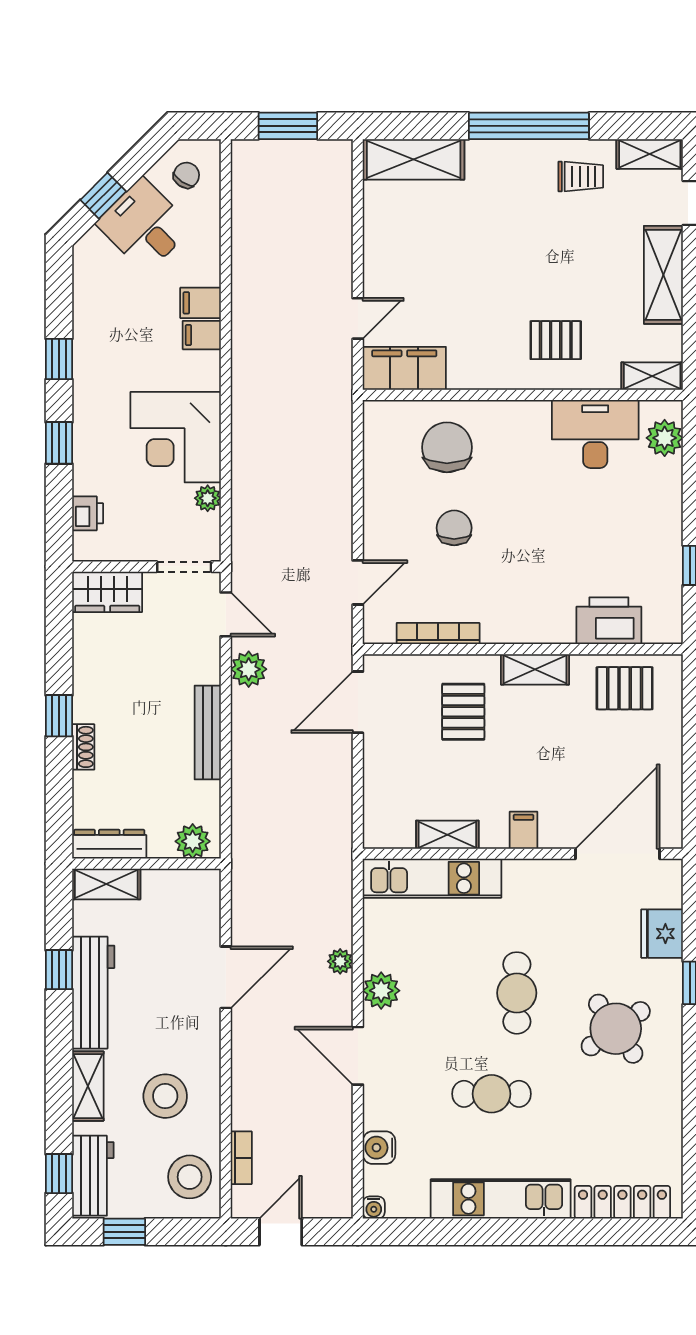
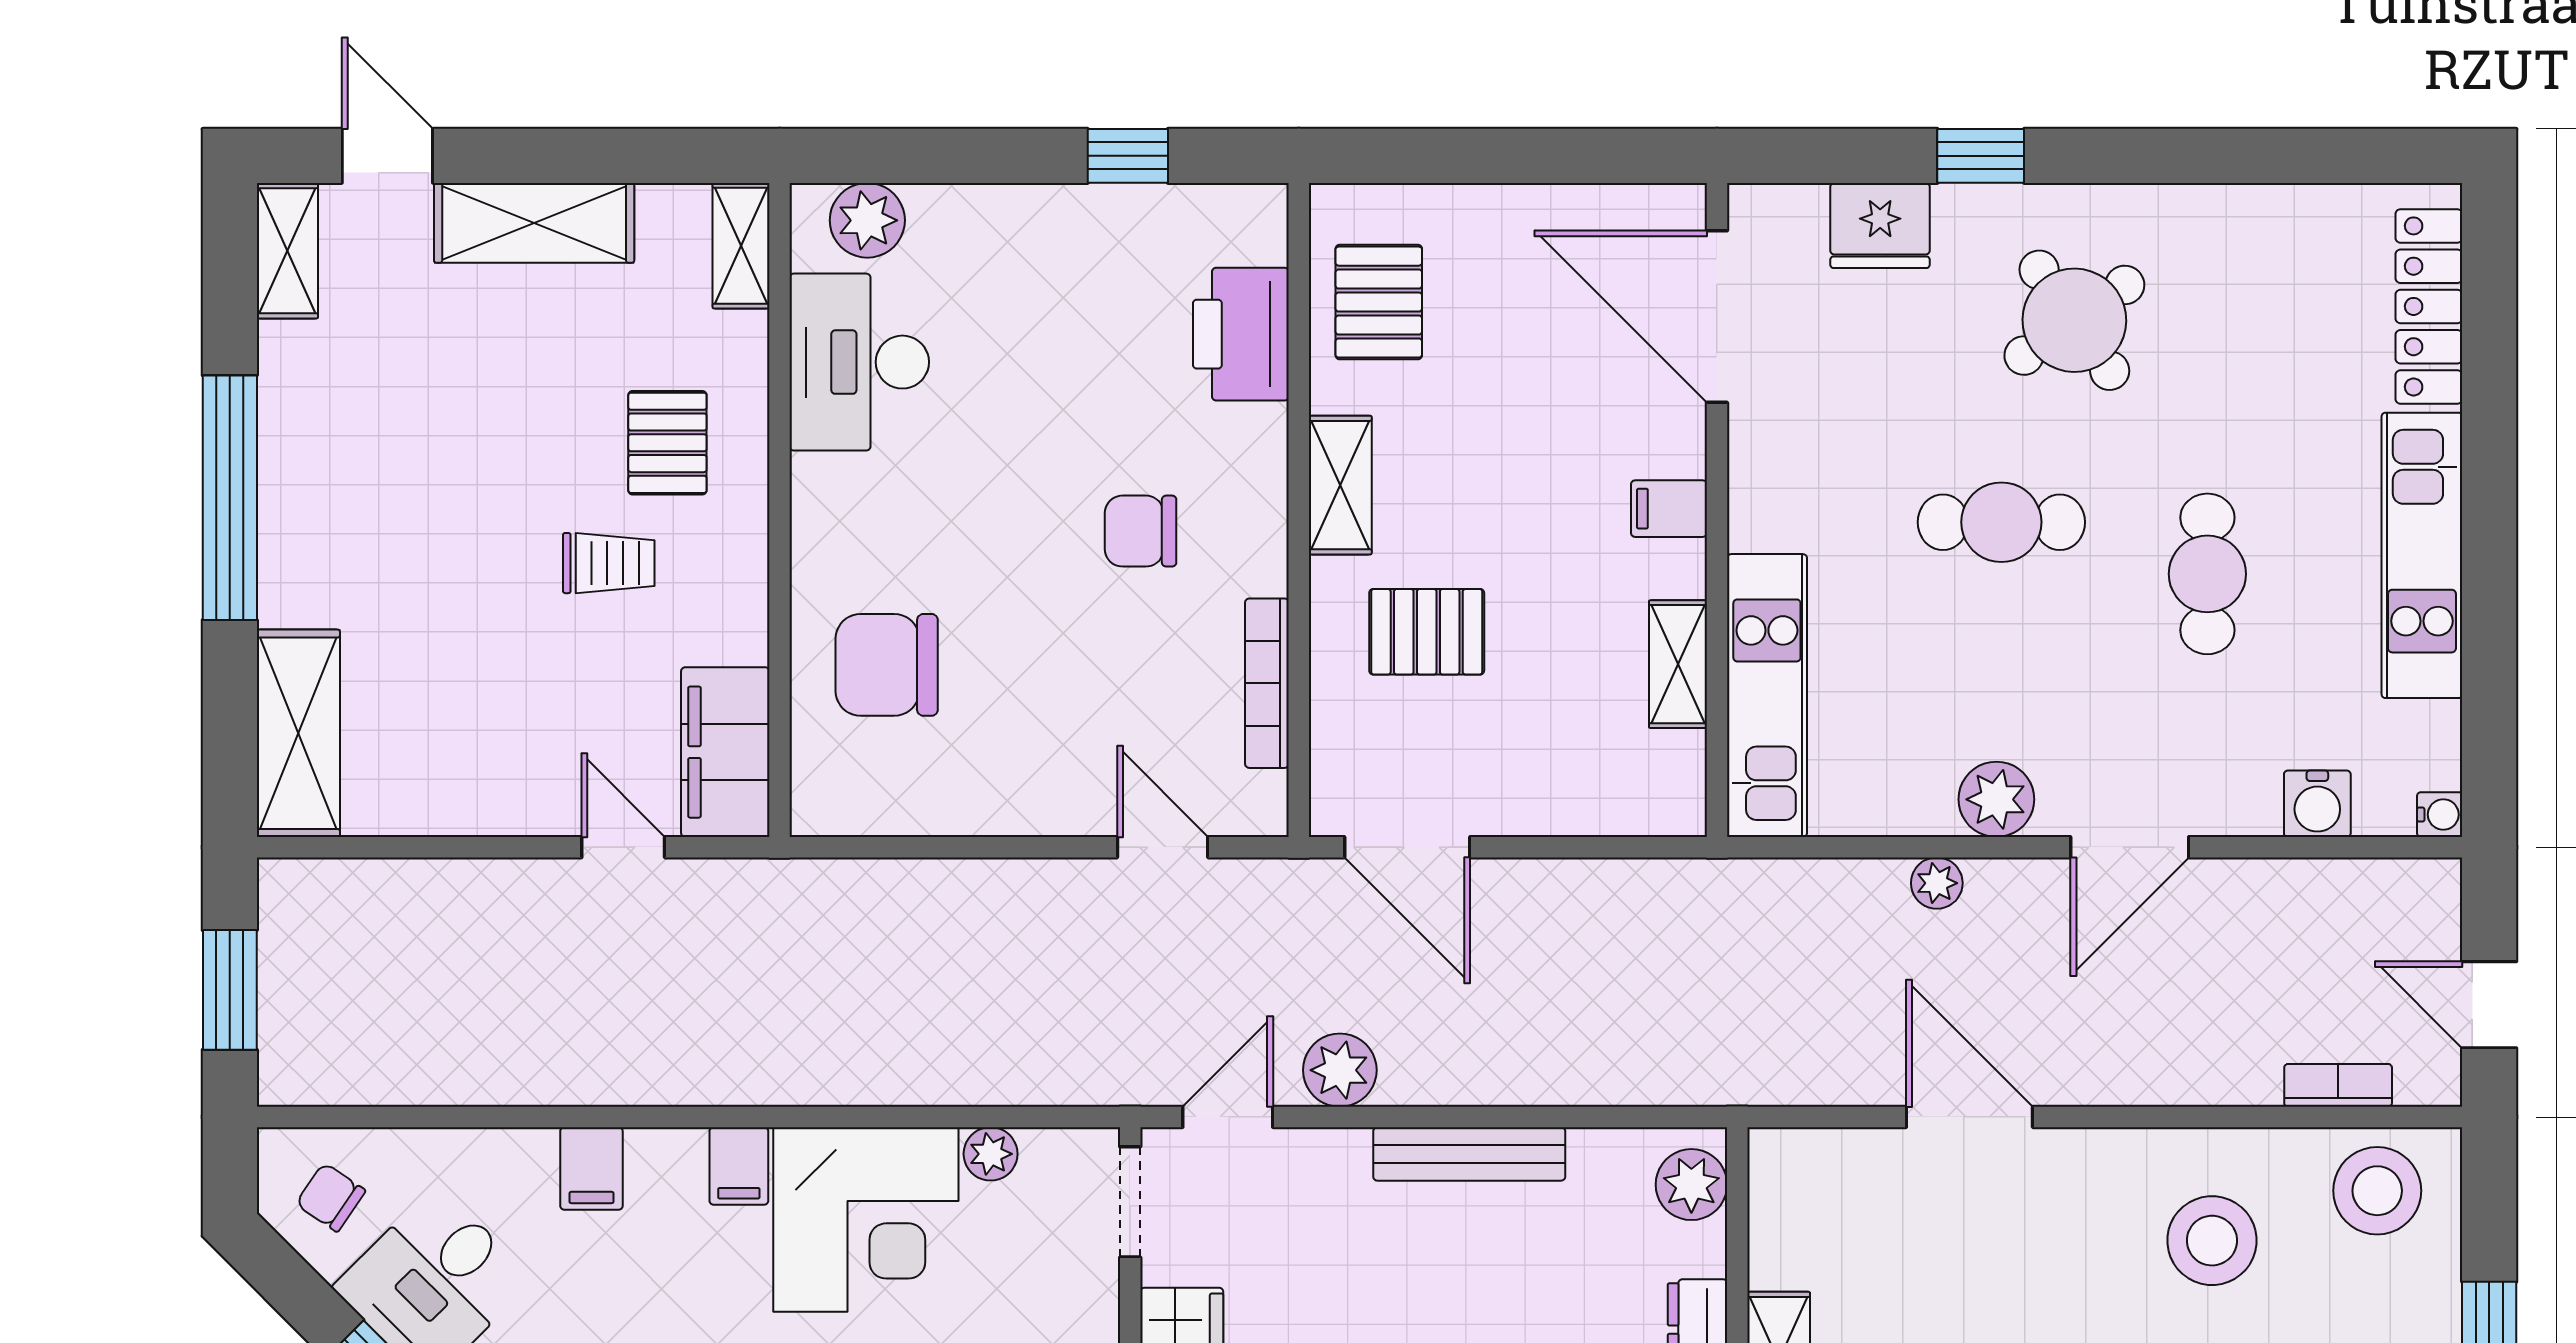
trolley: (581, 176) -> (609, 563), moved, turned 90
filing cabinet: (202, 335) -> (739, 1166), moved
chair: (454, 528) -> (1141, 531), moved

